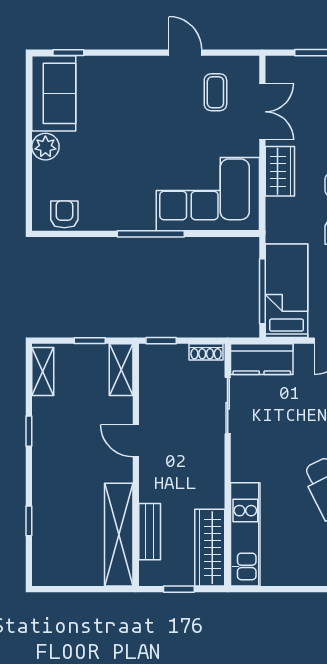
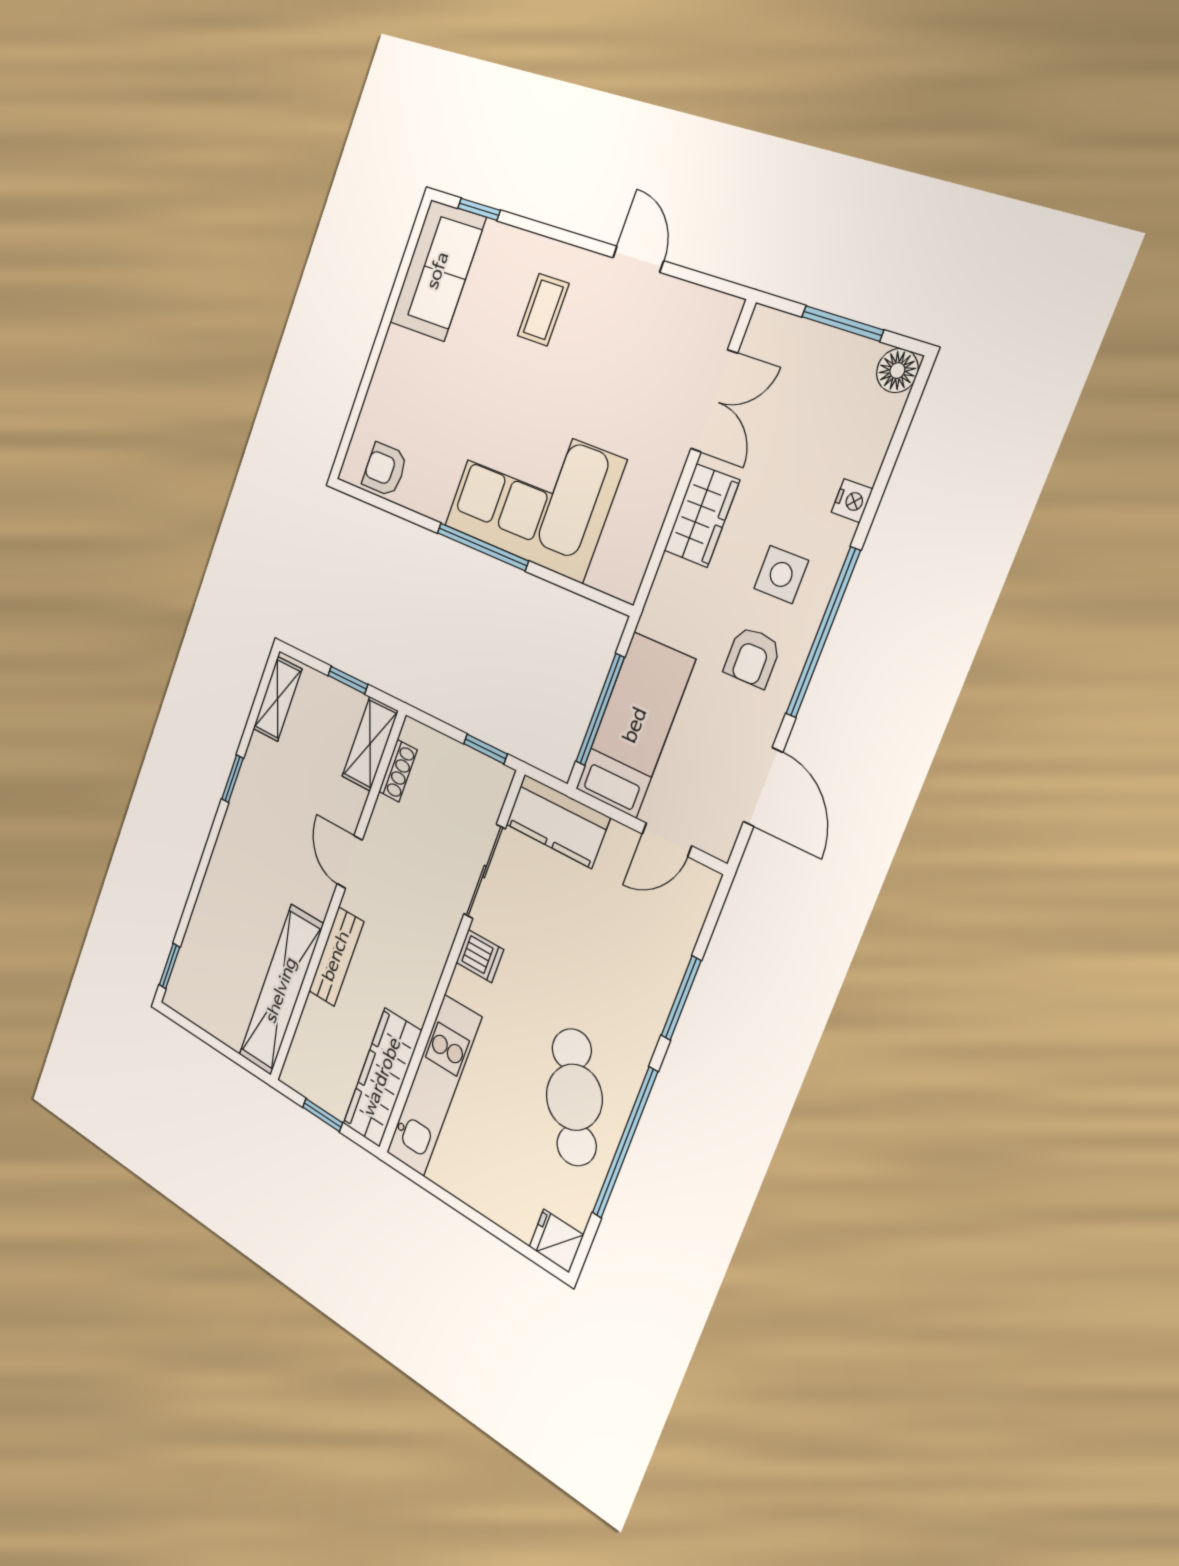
coffee table: (215, 92) -> (543, 310), moved
plant: (45, 147) -> (398, 353), removed
corner sofa: (208, 194) -> (534, 493), moved
armchair: (64, 214) -> (385, 469), turned -90
window: (161, 341) -> (485, 749), moved
shoe rack: (206, 352) -> (398, 771), moved, turned -90
dishwasher: (244, 451) -> (480, 956), added
window: (29, 521) -> (169, 966), moved
bench: (150, 532) -> (336, 956), moved

